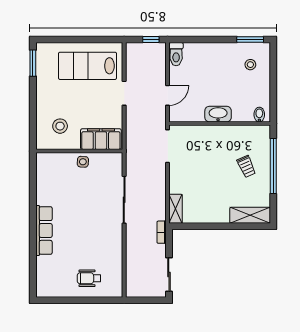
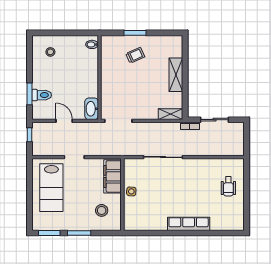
window: (250, 40) -> (30, 94), moved
toilet: (176, 54) -> (42, 95), moved
door: (168, 95) -> (64, 121), moved
window: (33, 99) -> (79, 233), added
washbasin: (218, 114) -> (92, 109), moved
window: (273, 166) -> (135, 33), width x0.47
shelving: (250, 215) -> (176, 75), moved
sliding door: (169, 275) -> (215, 120), moved

